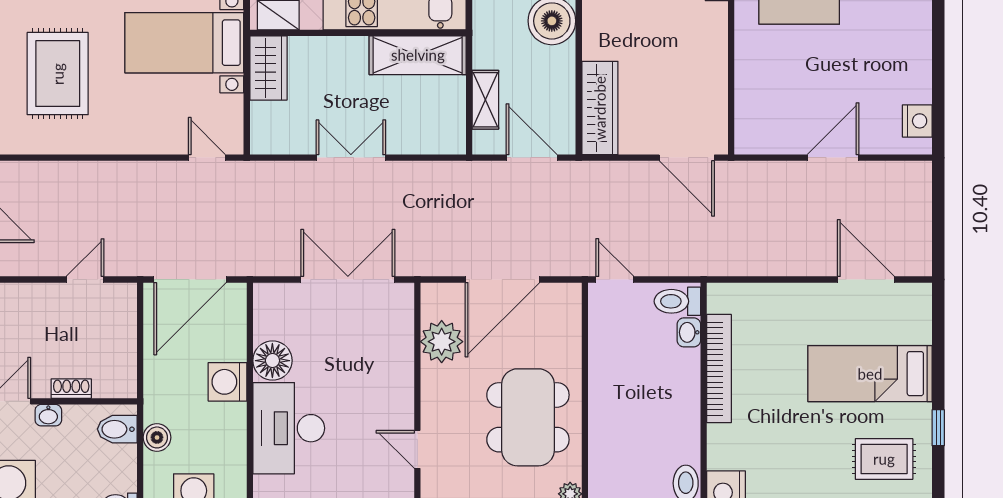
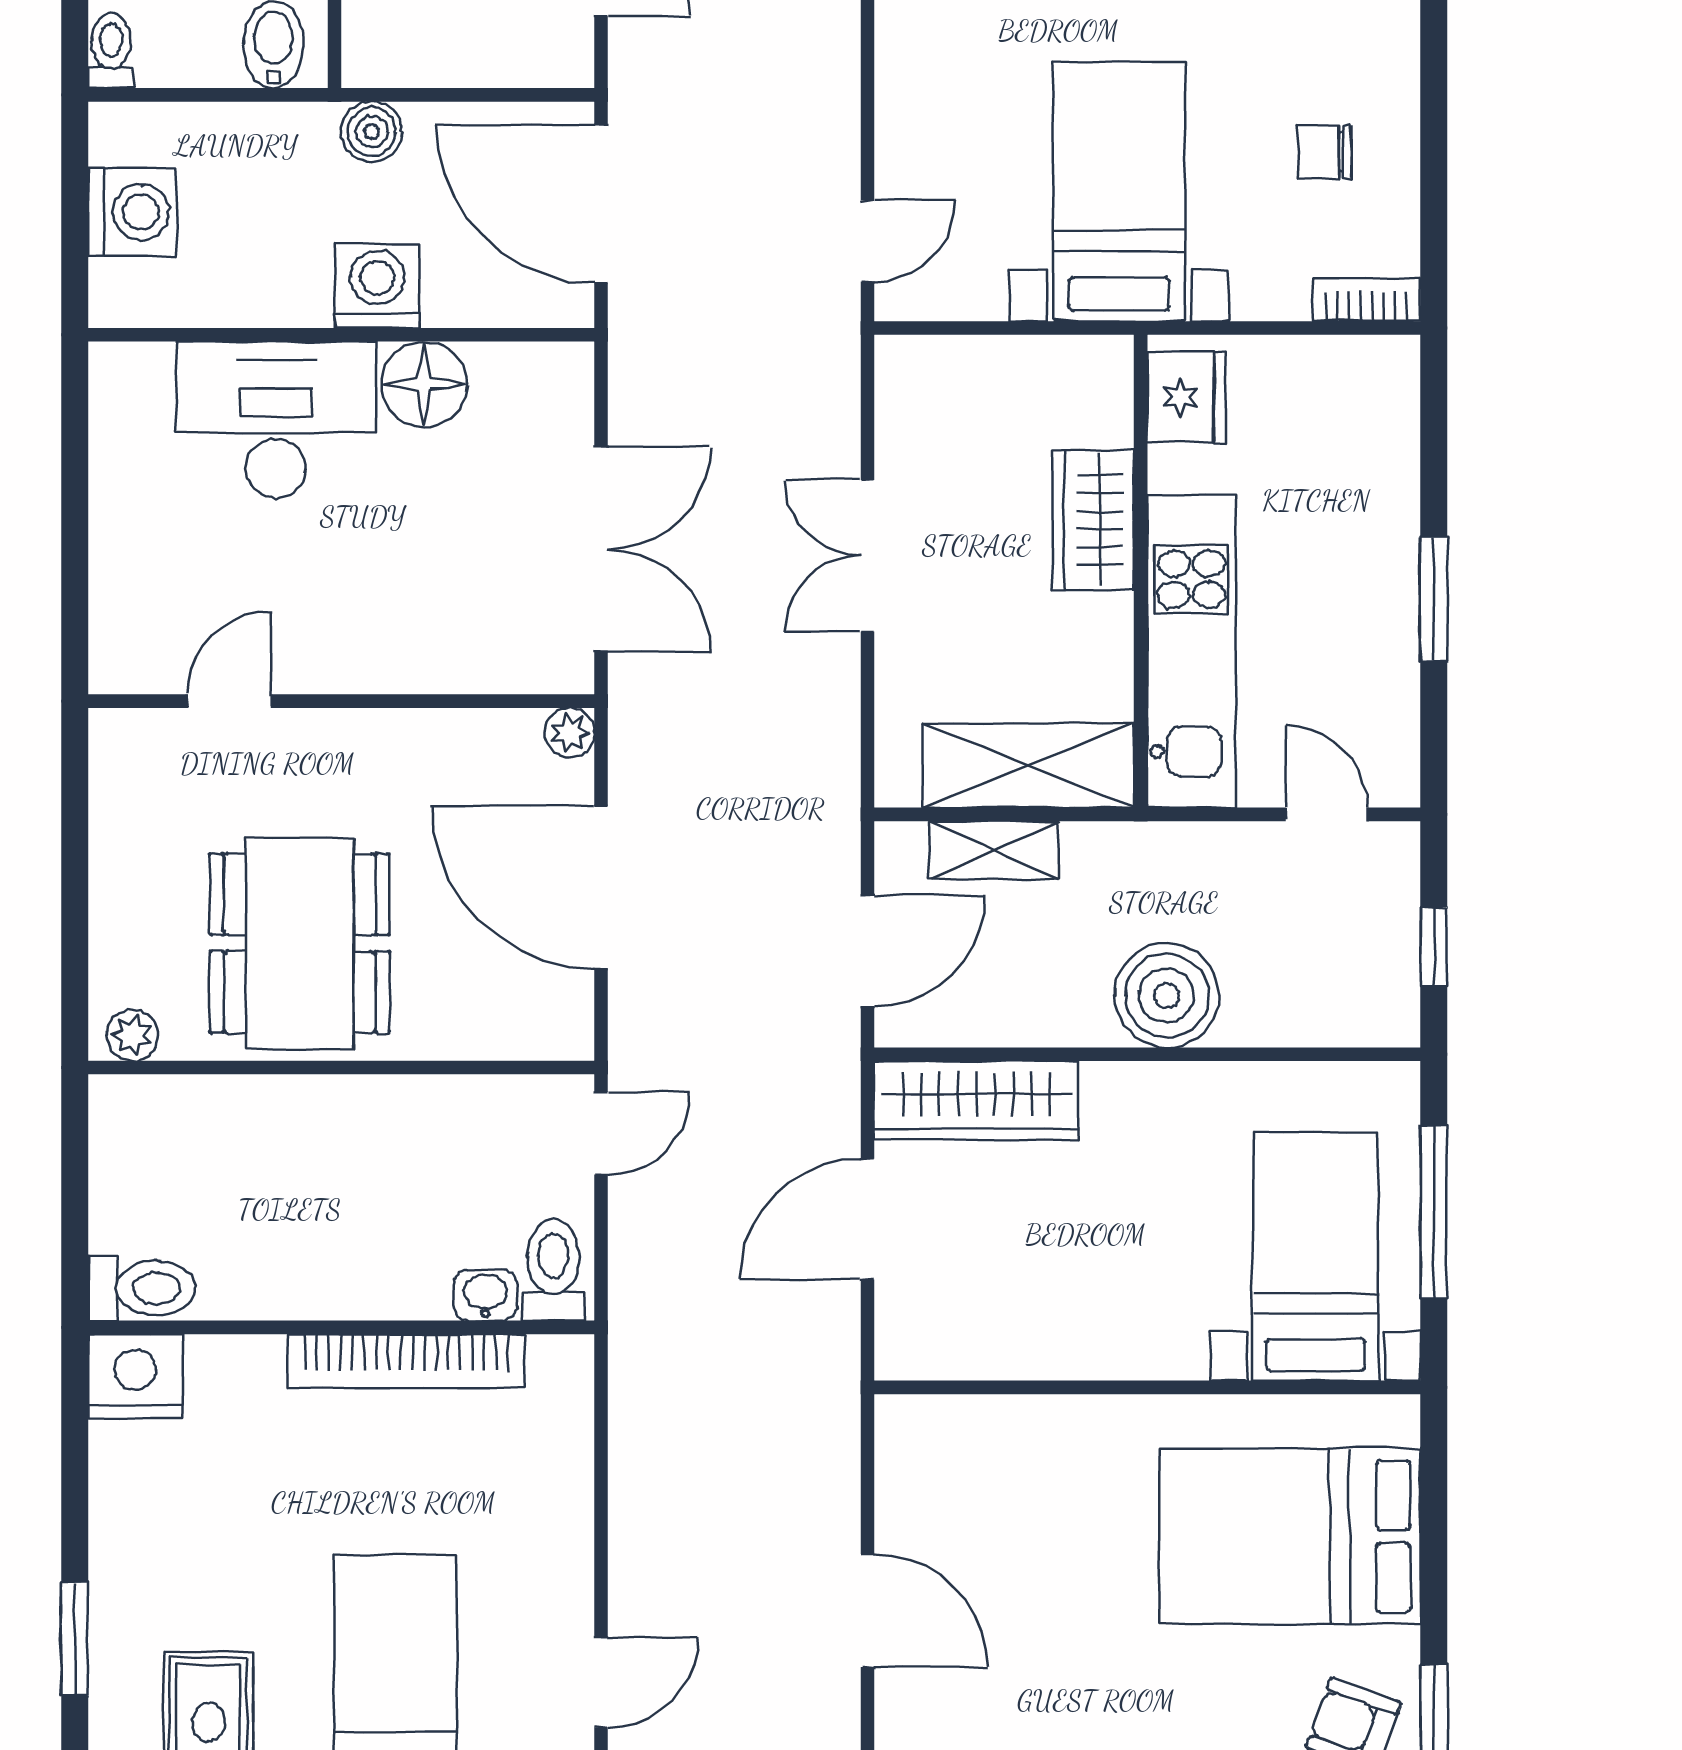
shelving: (418, 55) -> (1028, 765), moved, turned 90
wardrobe: (268, 68) -> (1093, 520), moved, turned 90
double door: (351, 158) -> (868, 556), swing flipped
door: (687, 158) -> (868, 1219), moved
door: (866, 280) -> (601, 1682), width x0.73
plant: (442, 342) -> (570, 733), moved, width x0.53, depth x0.53
dining table: (528, 417) -> (300, 943), turned 90
boiler: (157, 437) -> (371, 132), moved

